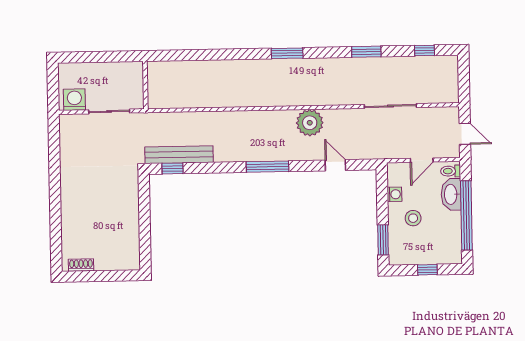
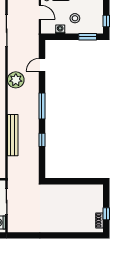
bench: (179, 155) -> (13, 135), moved
window: (172, 168) -> (42, 140), moved
window: (427, 270) -> (106, 21), moved
window: (92, 276) -> (106, 214), added

